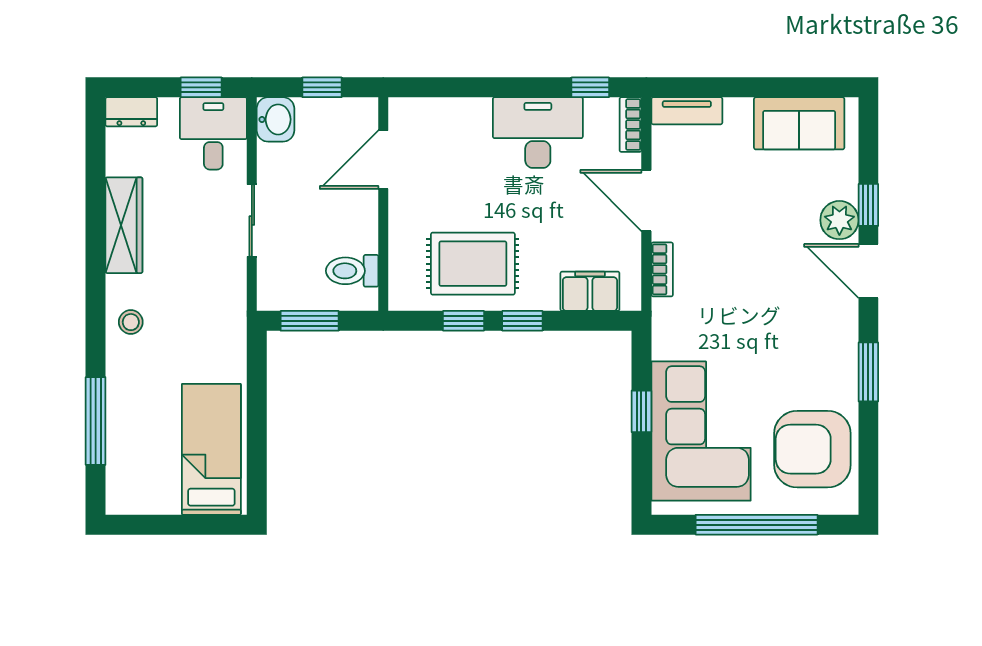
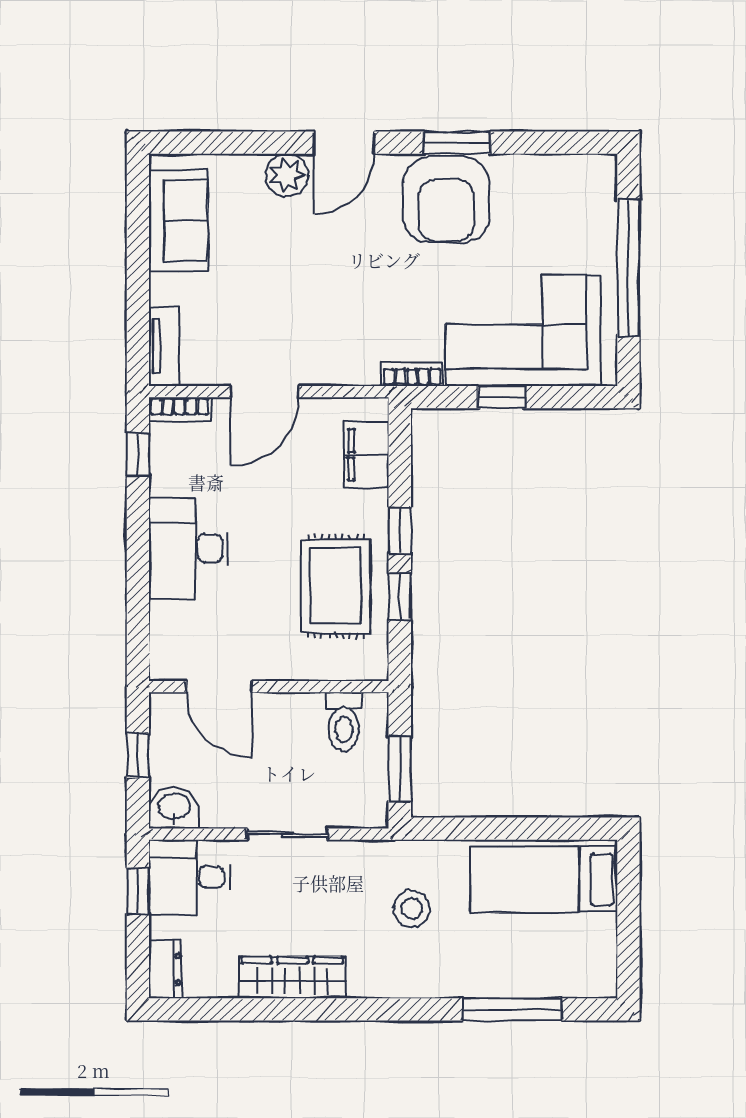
desk: (538, 133) -> (189, 549), moved
window: (868, 205) -> (270, 143), removed
bookcase: (662, 269) -> (412, 374), moved
stool: (131, 322) -> (412, 909), moved, width x1.37, depth x1.37
armchair: (812, 449) -> (446, 200), moved

